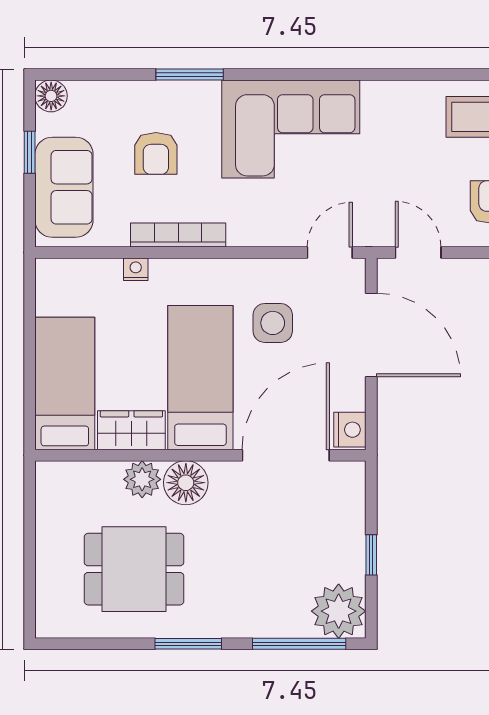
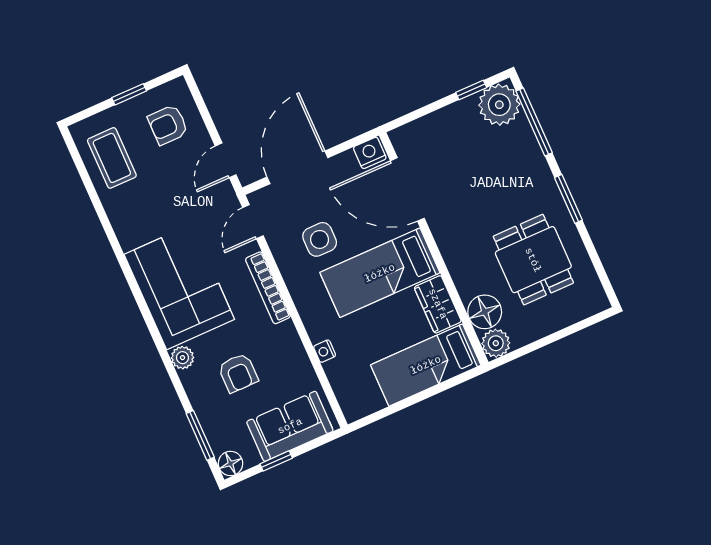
window: (190, 75) -> (200, 435), moved
plant: (204, 95) -> (182, 358), added
armchair: (156, 153) -> (238, 373), turned 90
bookcase: (178, 235) -> (268, 288), moved
door: (330, 252) -> (253, 222), hinge flipped
plant: (142, 479) -> (496, 343), moved
floor lamp: (186, 483) -> (485, 312), moved
window: (371, 555) -> (471, 90), moved

